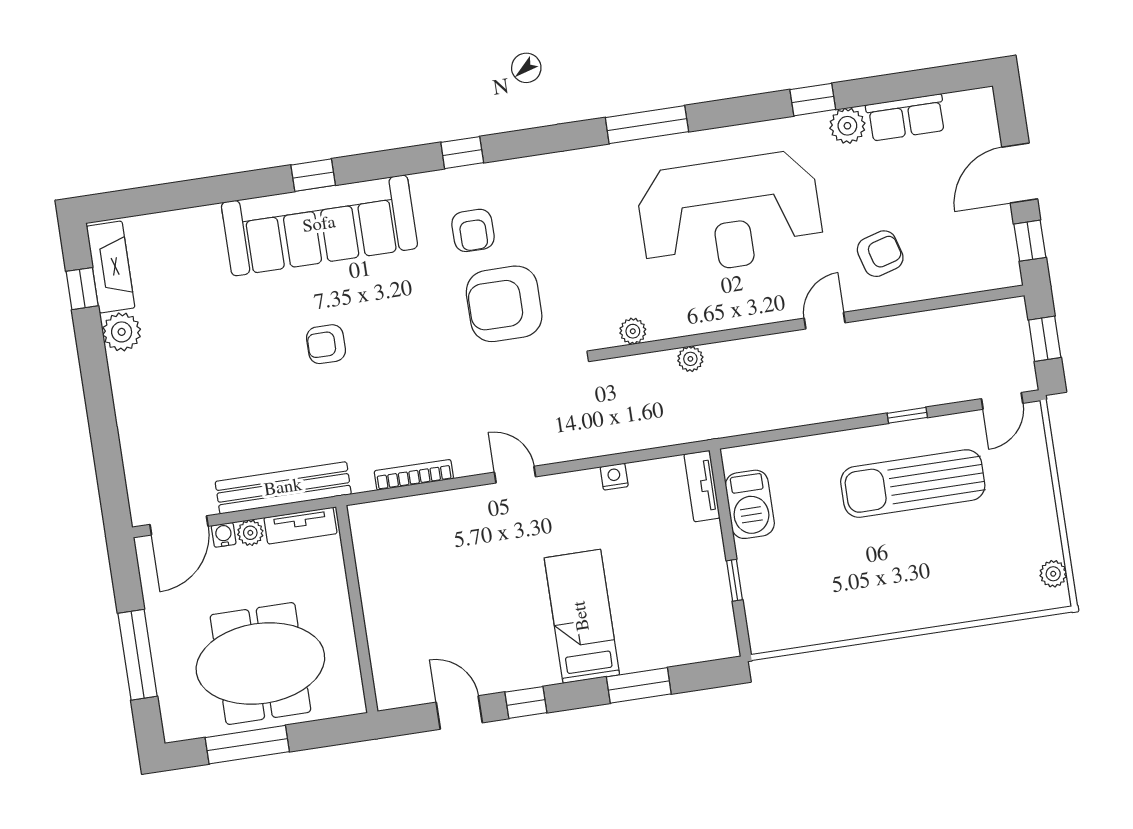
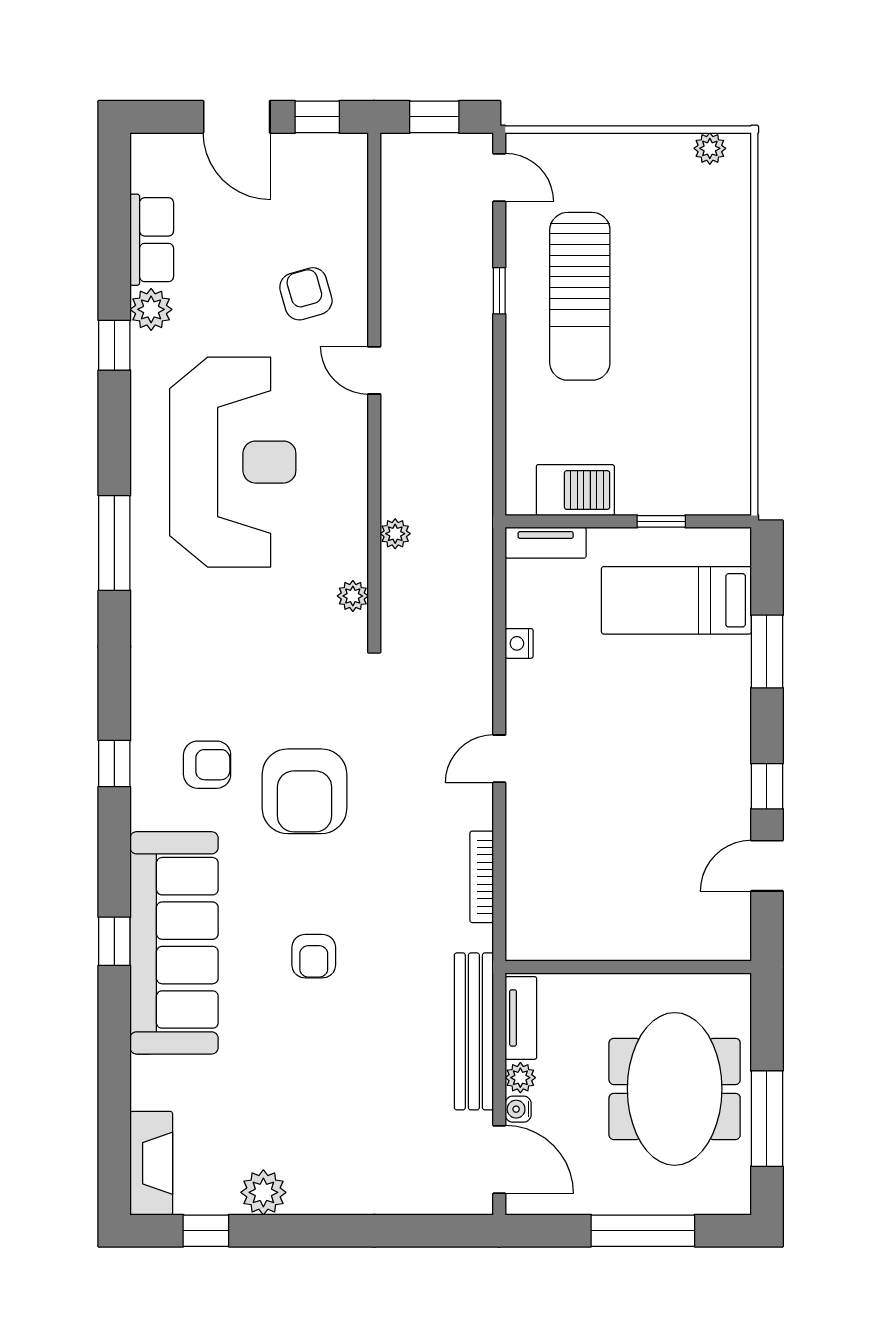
fireplace: (111, 267) -> (151, 1163), moved, turned 90
armchair: (504, 304) -> (305, 791), moved
bed: (582, 616) -> (676, 600), moved

